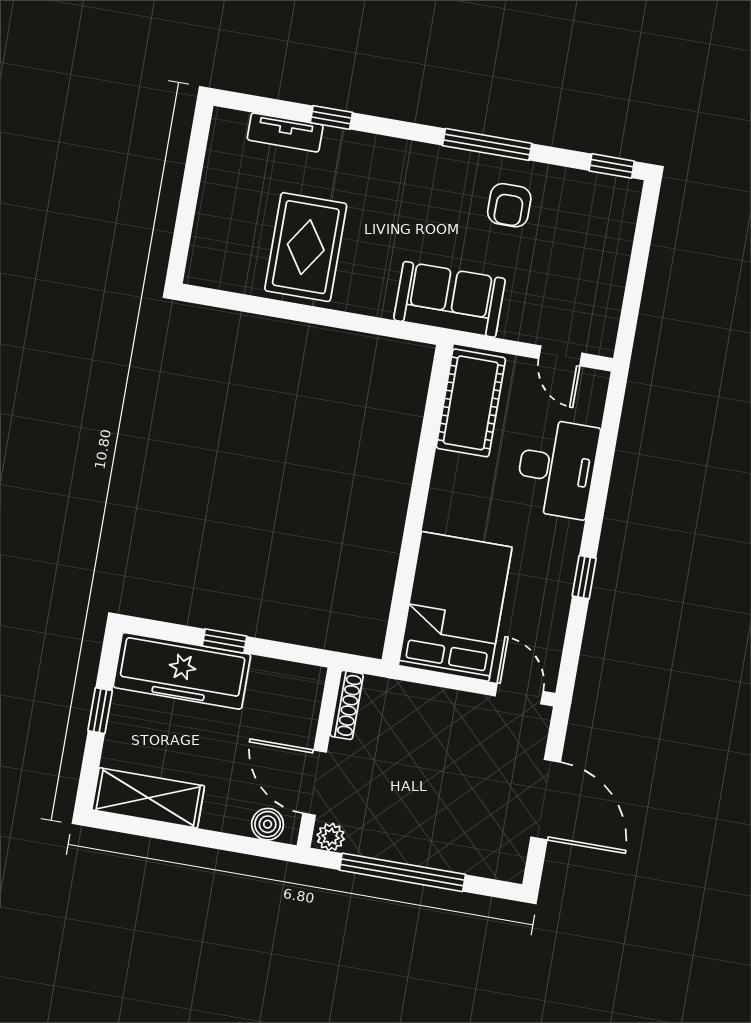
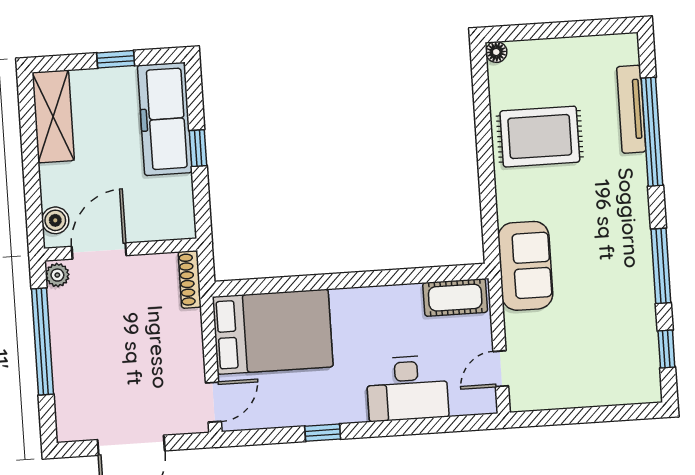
window: (331, 118) -> (652, 132), width x3.17
tv unit: (285, 132) -> (631, 109), width x1.41
window: (612, 166) -> (666, 349), moved
armchair: (509, 205) -> (615, 296), removed
floor lamp: (197, 273) -> (496, 52), added
cot: (471, 403) -> (455, 298), width x0.73, depth x0.75
shoe rack: (347, 705) -> (190, 279), moved, turned 90

